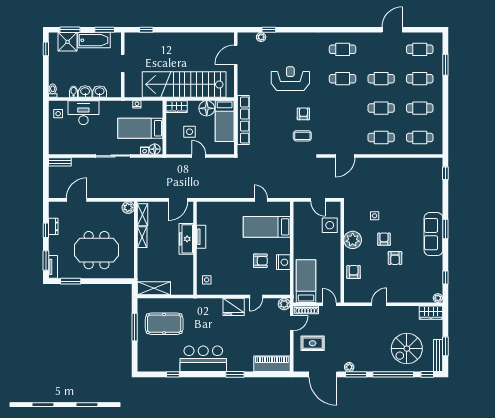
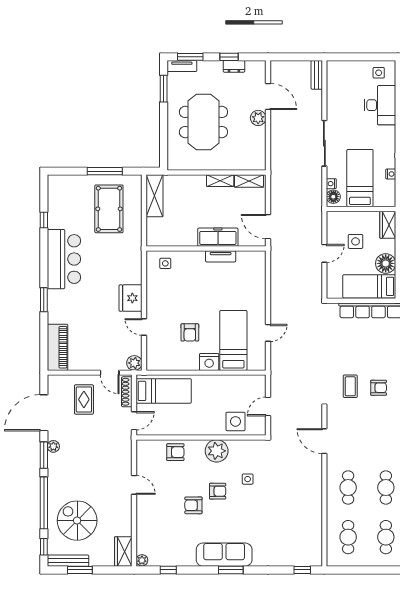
plant: (128, 208) -> (258, 118), moved
nightstand: (283, 262) -> (209, 362), moved

